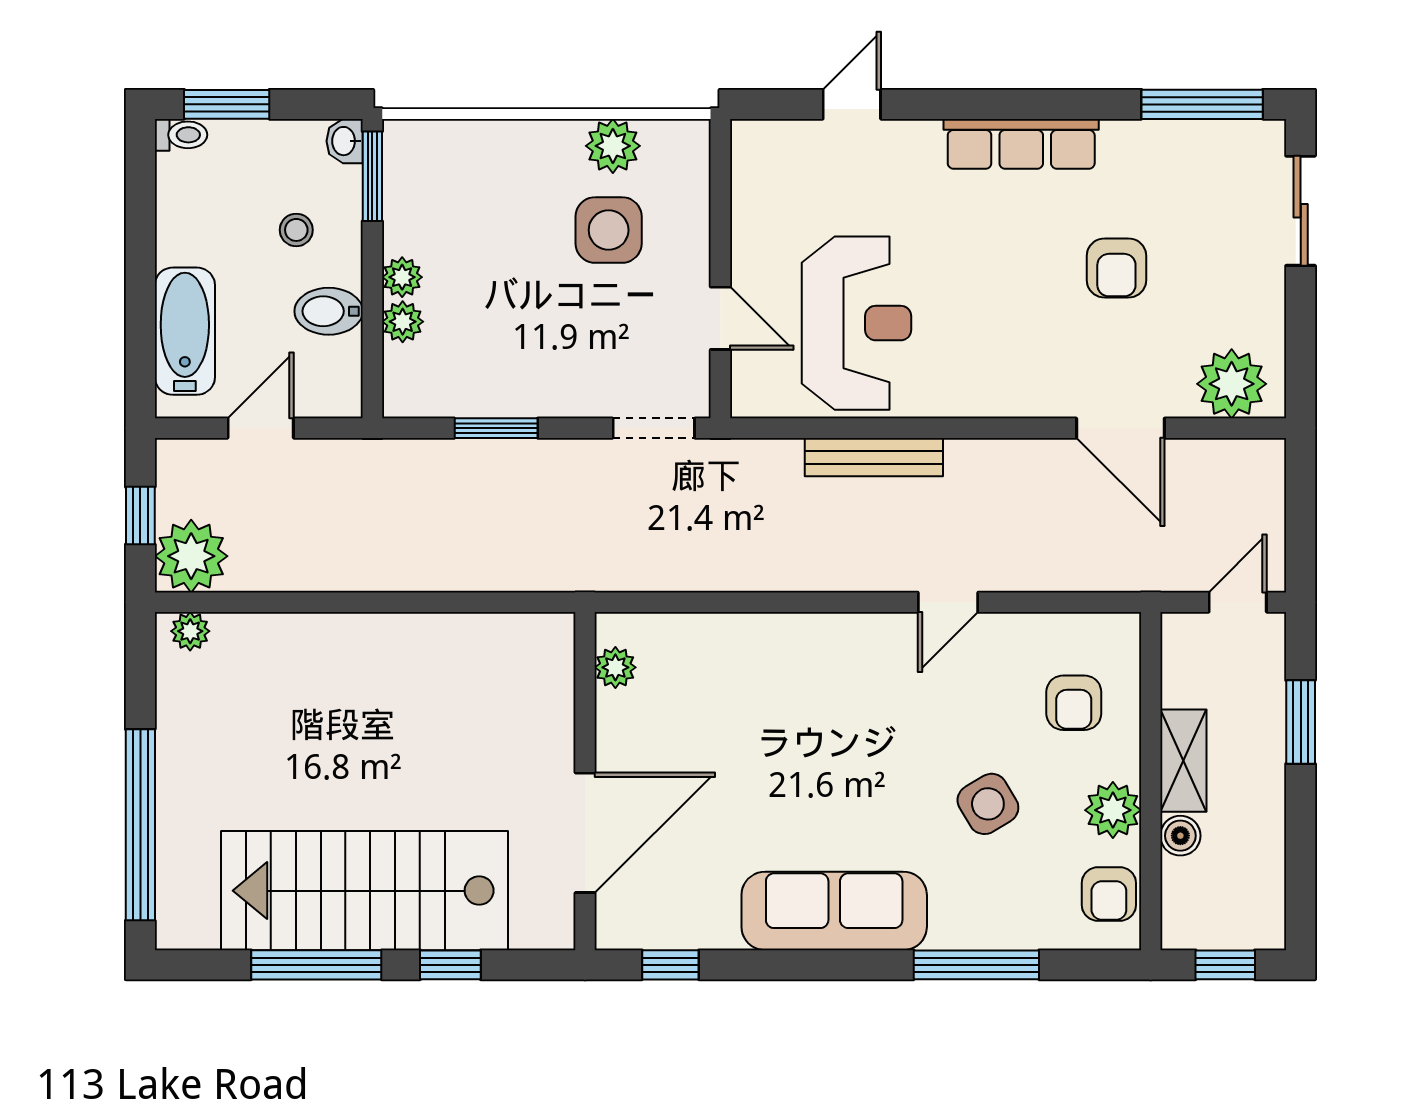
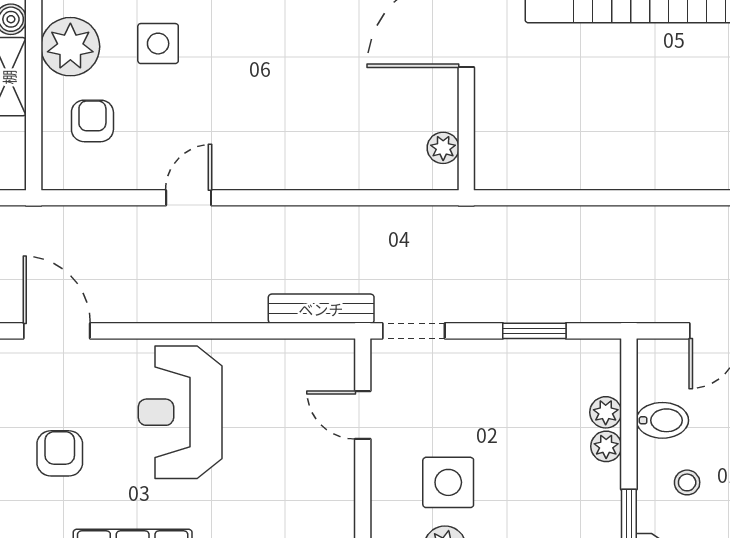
reception desk: (857, 323) -> (180, 412), moved
bench: (874, 457) -> (321, 309), moved
side table: (988, 804) -> (158, 44), turned 31
plant: (1113, 810) -> (70, 47), width x1.36, depth x1.36

